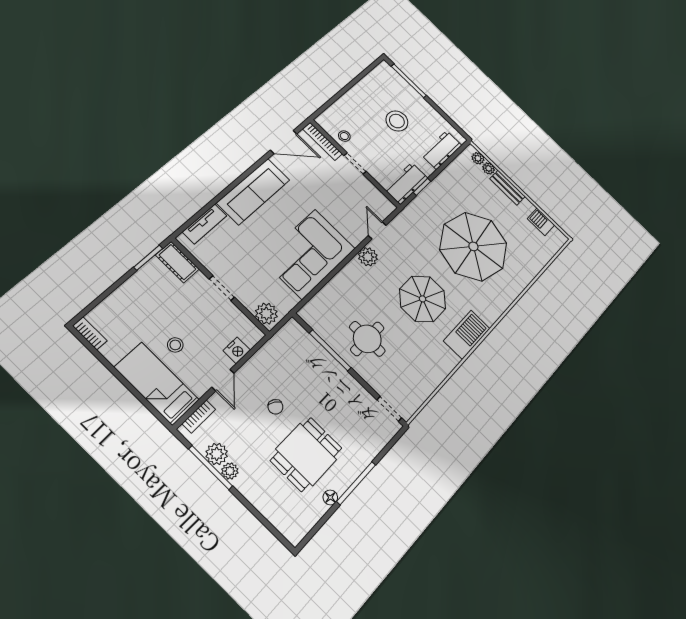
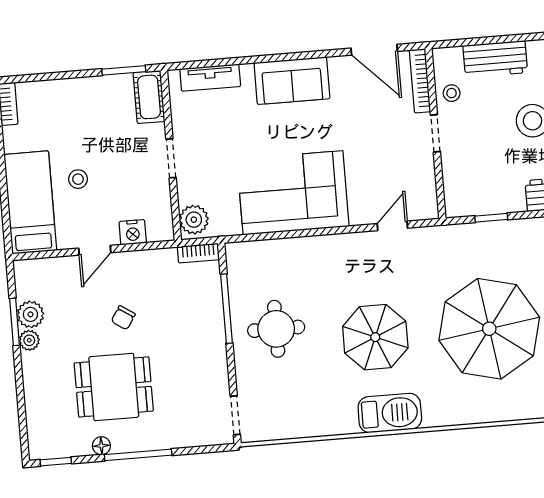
workbench: (406, 183) -> (495, 59), moved, turned 180
sofa: (253, 191) -> (292, 81), width x0.73
plant: (368, 257) -> (355, 246), removed
bookcase: (199, 417) -> (198, 253), moved
window: (211, 467) -> (14, 322), width x0.69
window: (312, 533) -> (56, 462), added

